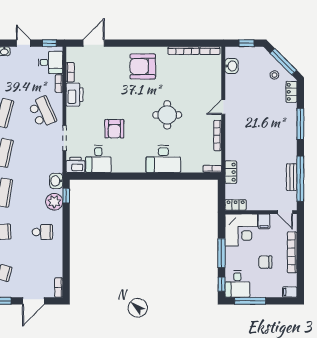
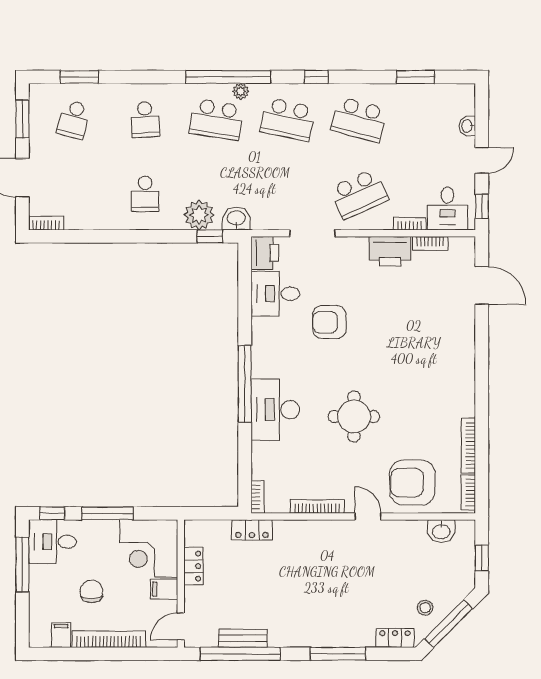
armchair: (143, 66) -> (412, 483), moved, turned -90
window: (149, 176) -> (245, 384), added
locker: (236, 205) -> (193, 566), moved
filing cabinet: (290, 292) -> (61, 635), moved

